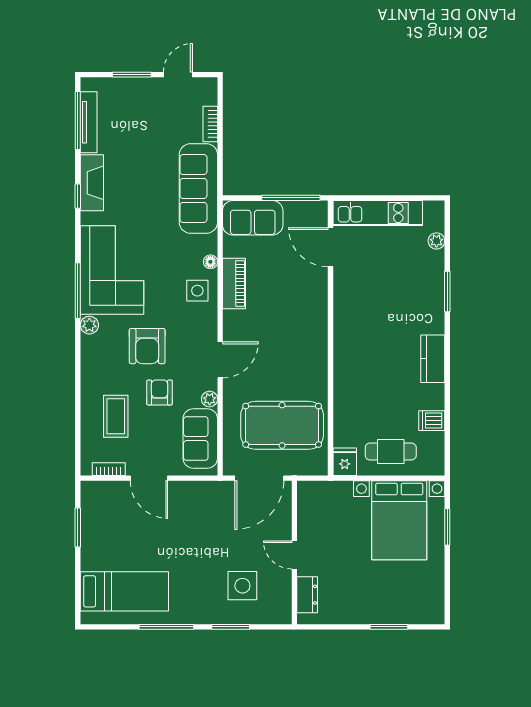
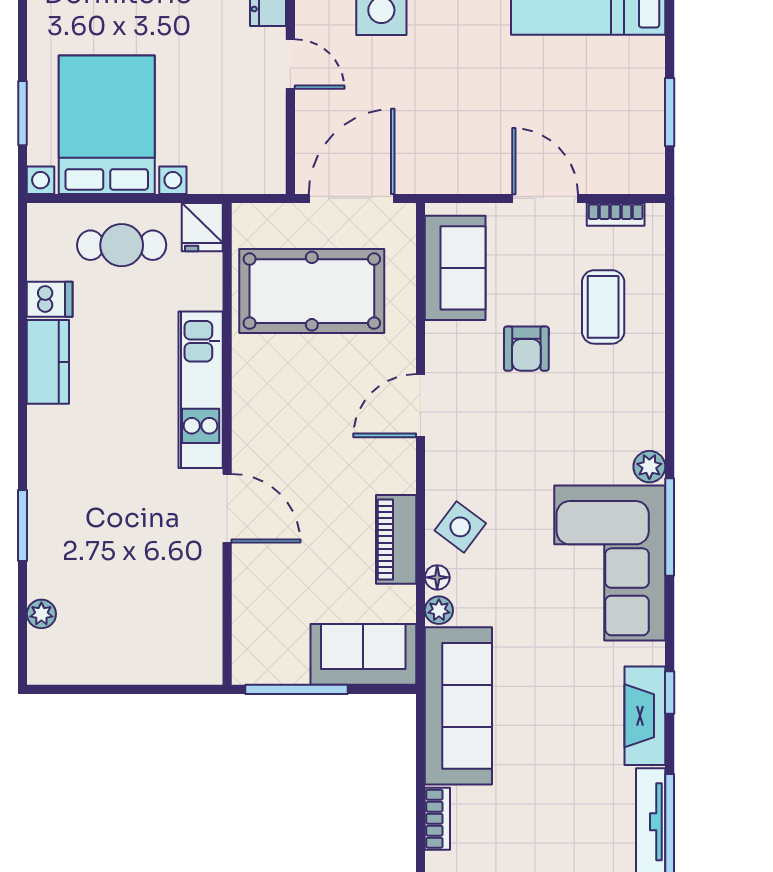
kitchen unit: (378, 213) -> (201, 390), moved, turned -90
door: (330, 247) -> (227, 508), moved
side table: (197, 291) -> (460, 527), turned 37
armchair: (147, 346) -> (548, 430), removed
kitchen counter: (433, 359) -> (48, 362), moved
plant: (210, 399) -> (439, 610), moved

